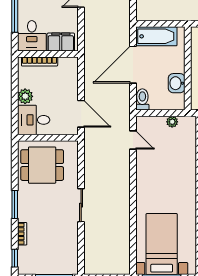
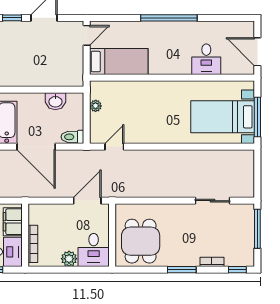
sliding door: (81, 205) -> (212, 201), moved

